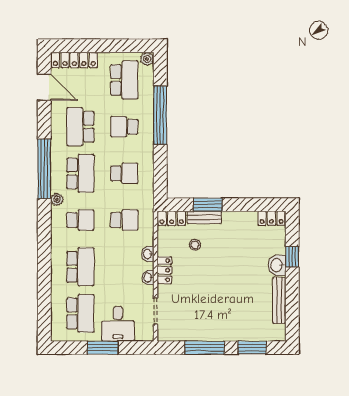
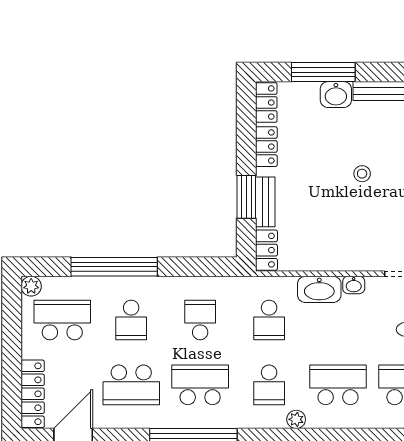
plant: (57, 199) -> (296, 419), moved
school desk: (80, 220) -> (269, 385), turned 180
school desk: (124, 220) -> (269, 320), turned 180
stool: (195, 245) -> (362, 174), moved
washbasin: (148, 254) -> (319, 289), width x1.91, depth x1.45
window: (292, 257) -> (323, 72), width x2.17
locker: (164, 270) -> (266, 147), moved, turned 90

